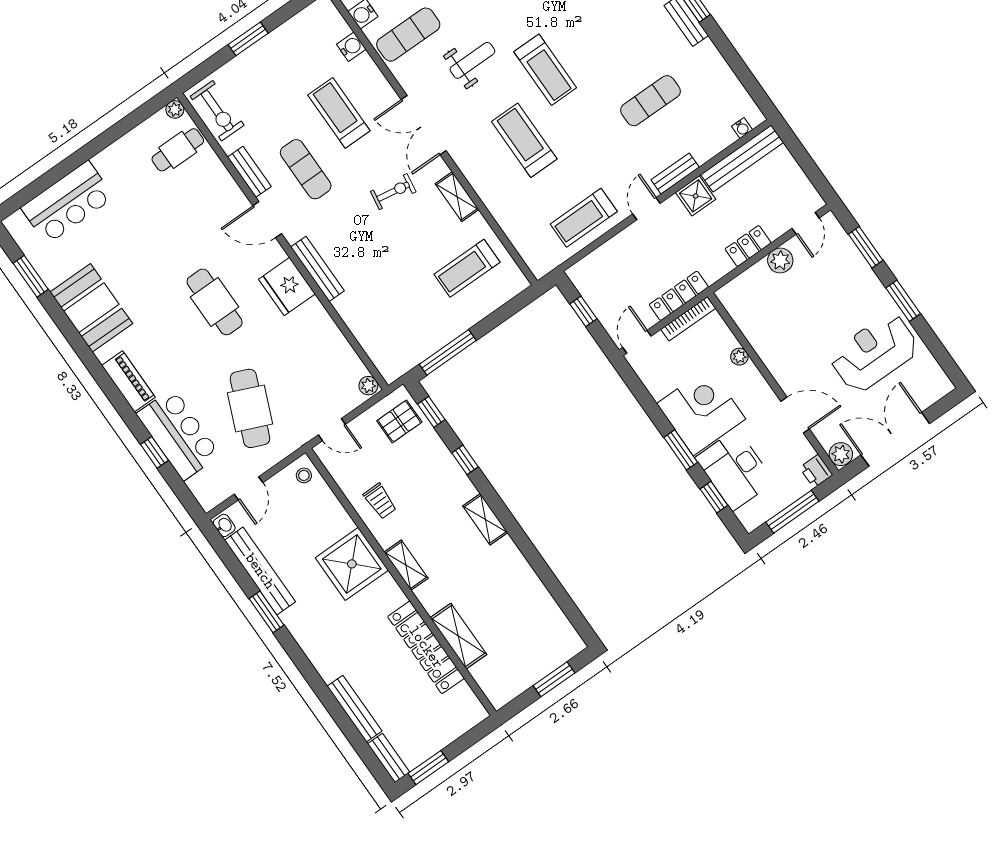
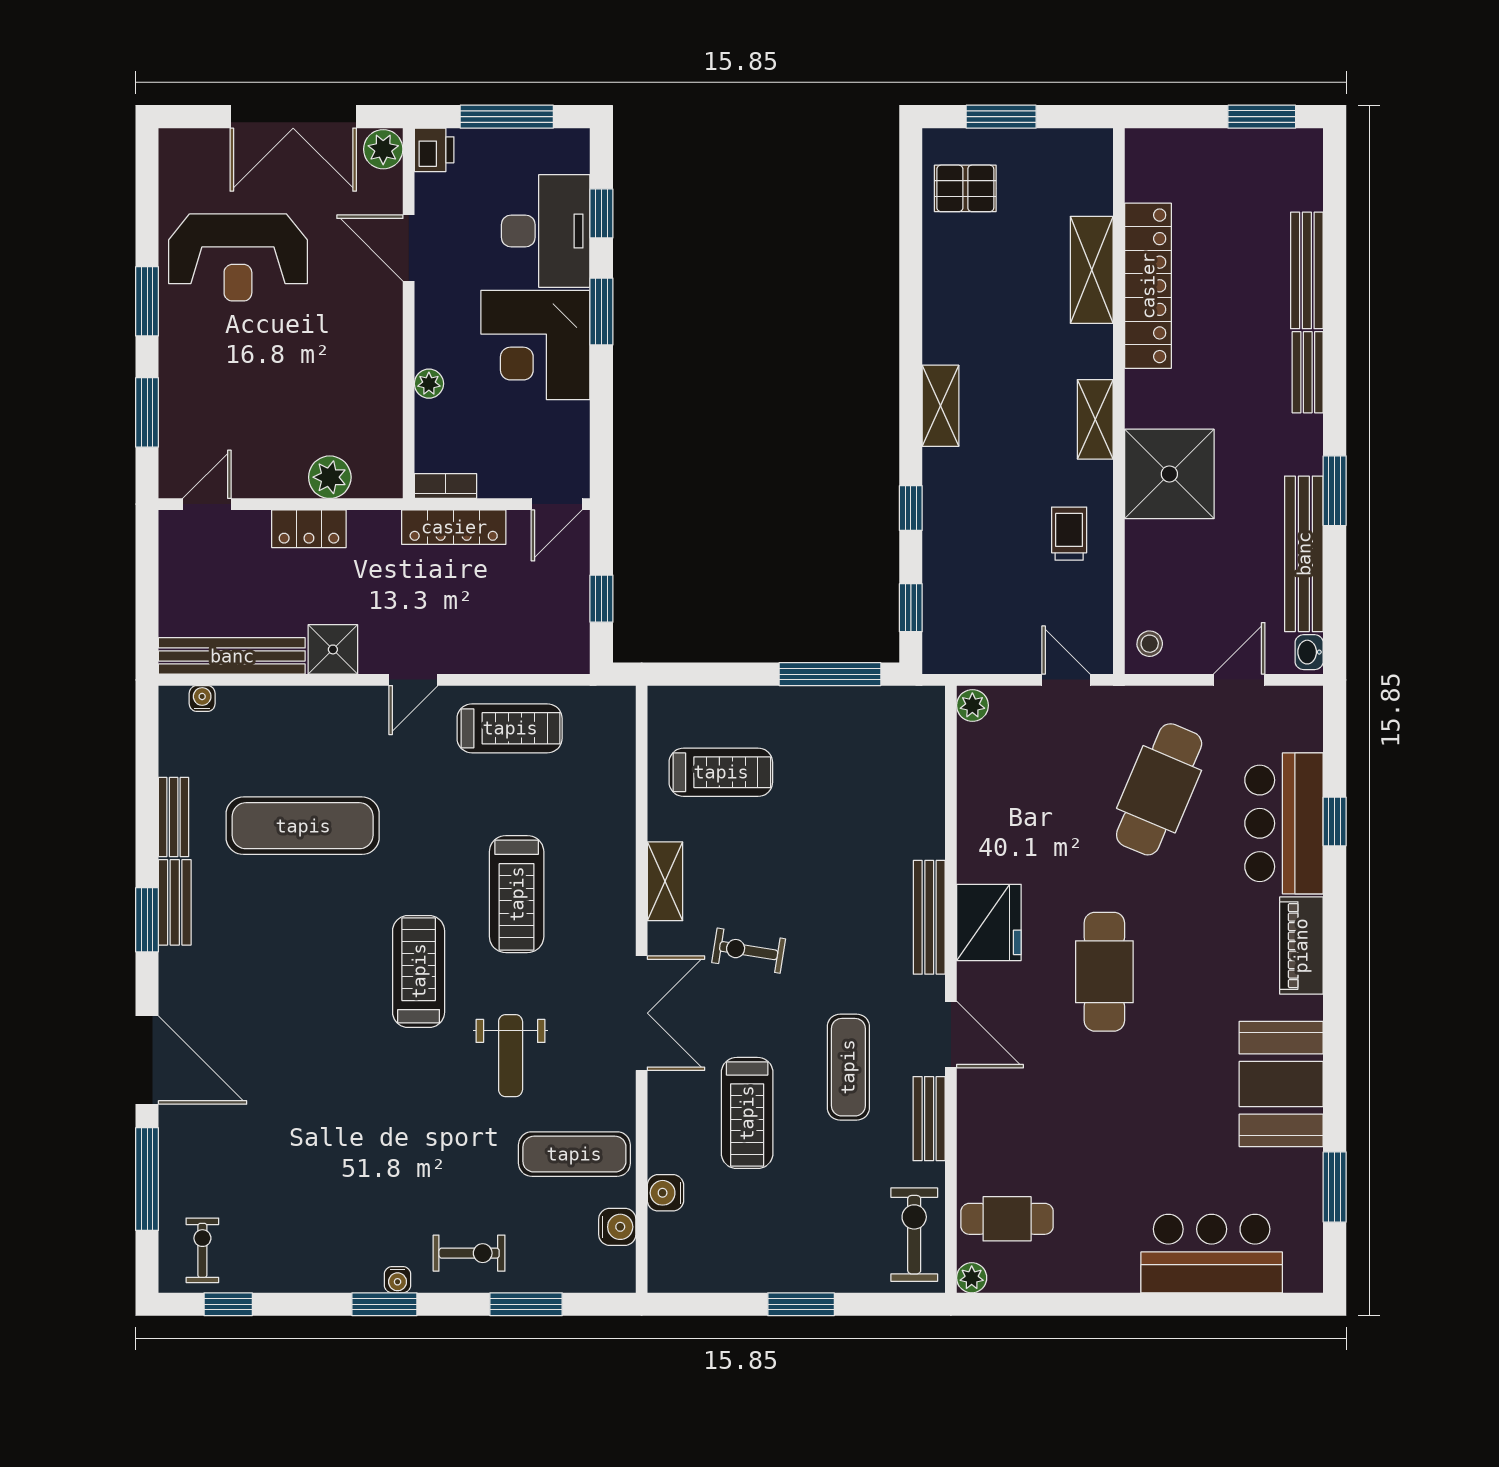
weight bench: (472, 60) -> (511, 1056), turned -90
exercise mat: (650, 101) -> (303, 826), width x1.36, depth x1.45
bench: (675, 173) -> (174, 817), moved, turned 90
plant: (780, 260) -> (330, 477), moved
bookcase: (688, 319) -> (445, 486), width x0.64
pallet: (399, 421) -> (965, 188), moved
bench: (389, 758) -> (1308, 372), moved

